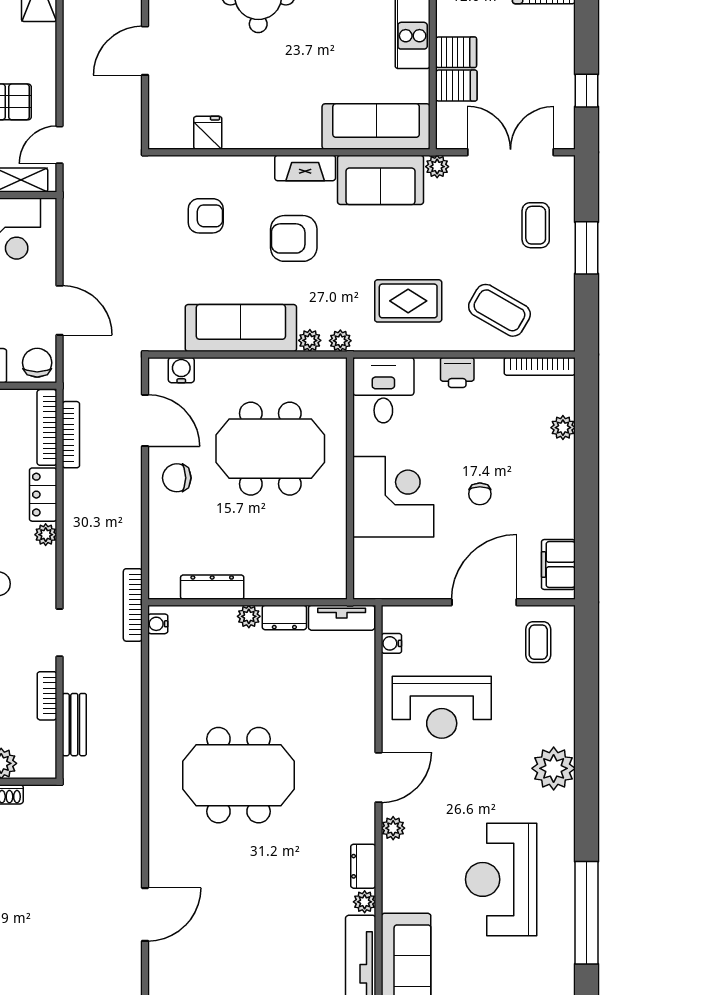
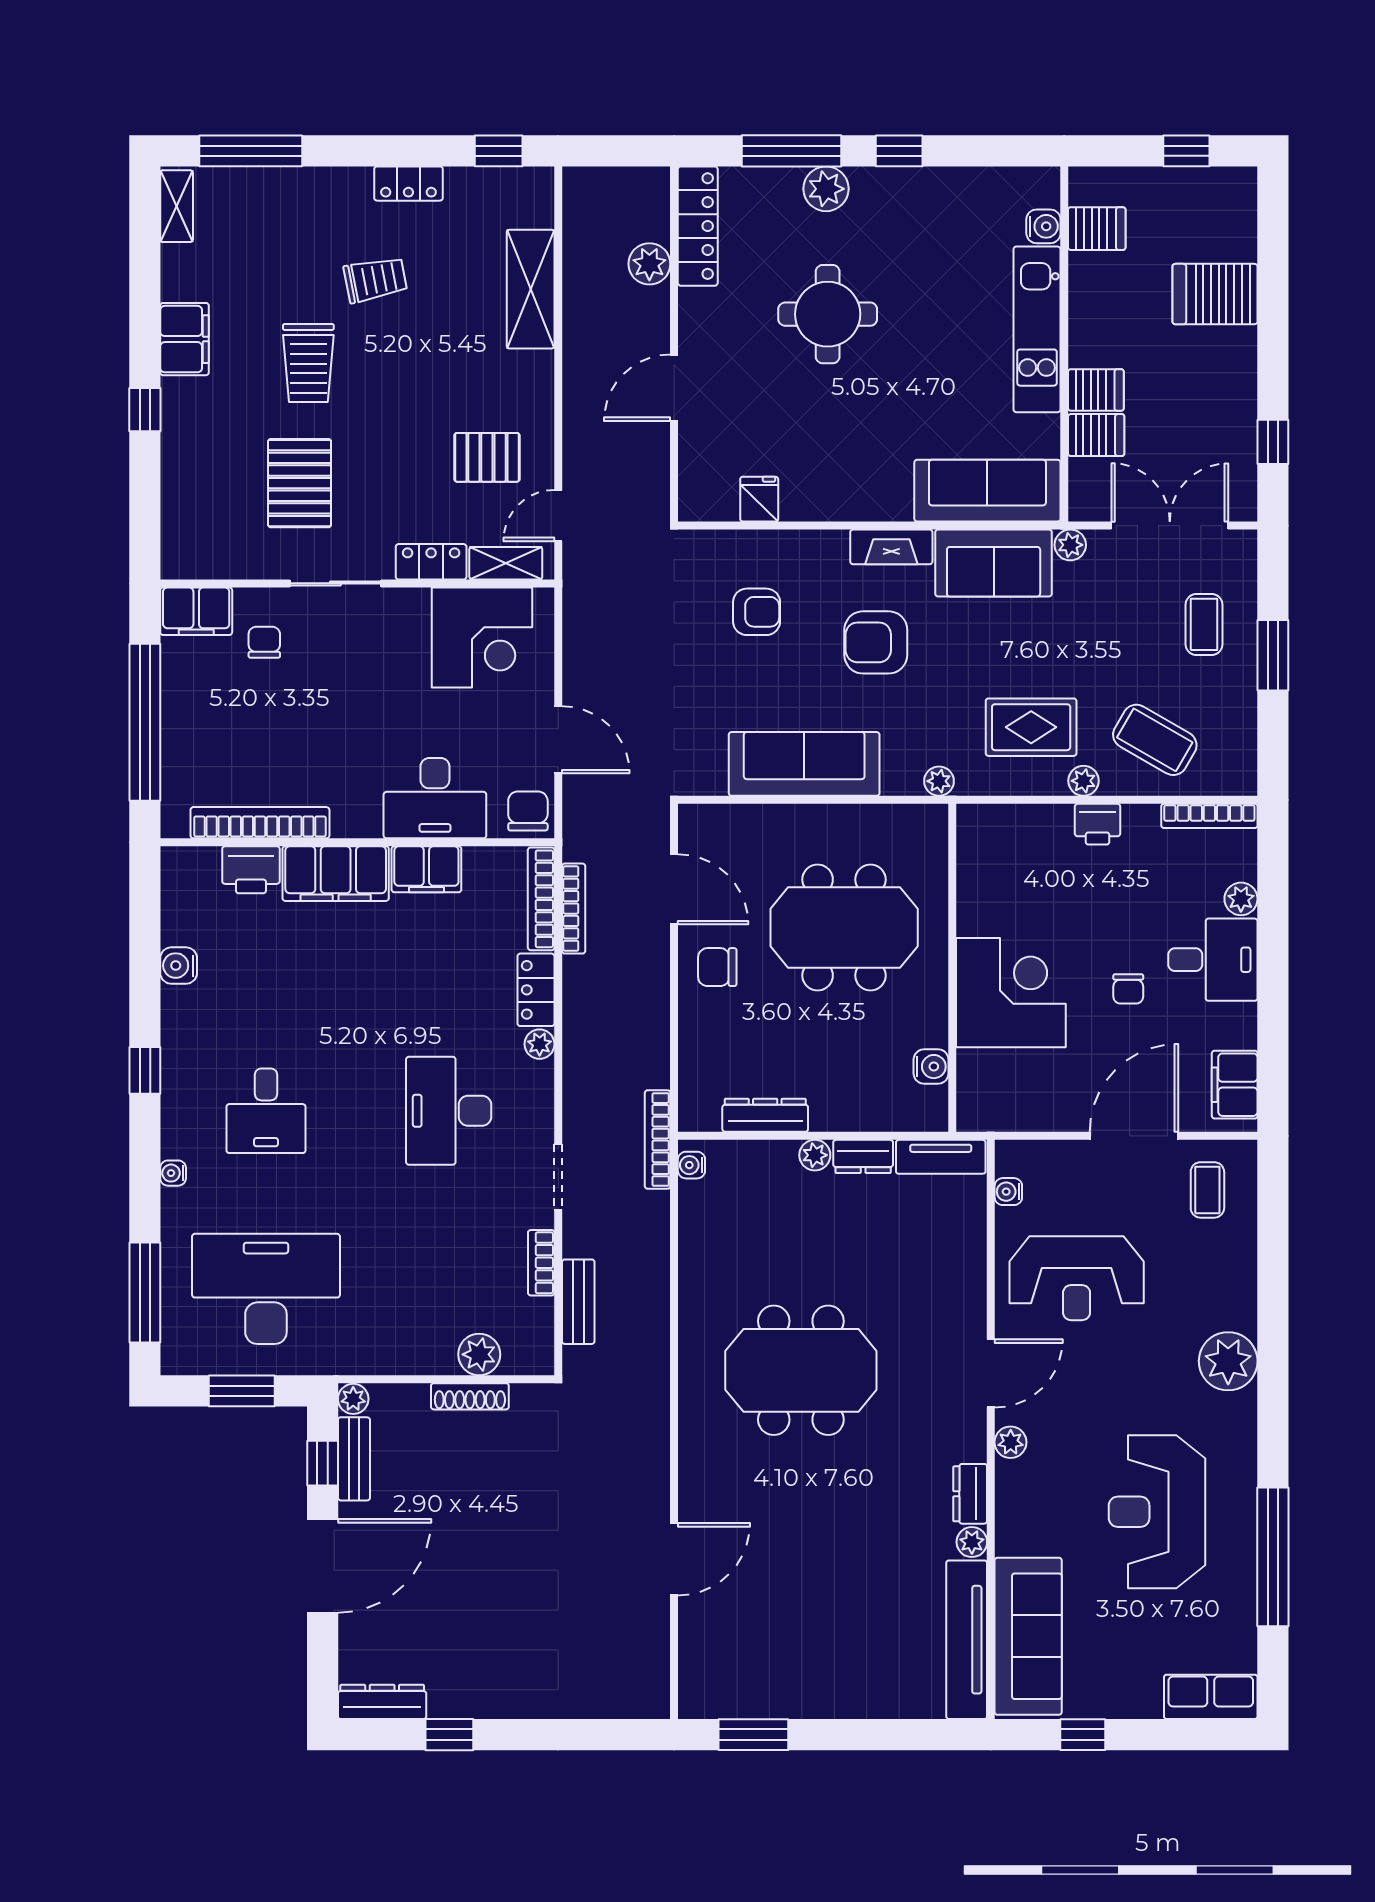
plant: (310, 340) -> (1084, 781), moved
water cooler: (181, 370) -> (931, 1067), moved, turned 90
desk: (383, 390) -> (1213, 960), moved, turned 90

